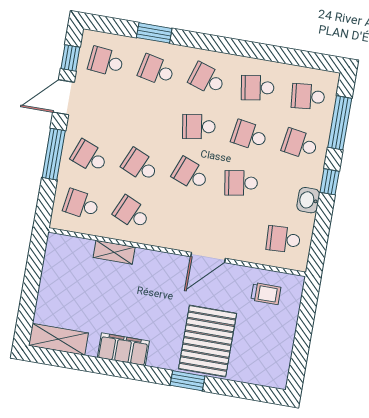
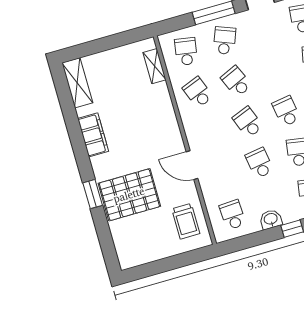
school desk: (140, 166) -> (236, 81), turned -48
school desk: (191, 174) -> (248, 122), turned -42
school desk: (132, 213) -> (198, 92), turned -45
shelving: (114, 252) -> (155, 66), moved
trolley: (266, 294) -> (186, 221), width x1.36, depth x1.39

